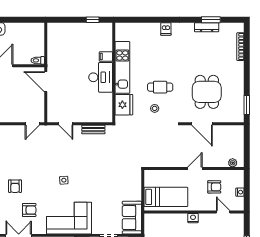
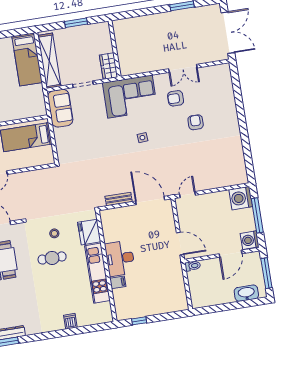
dishwasher: (166, 29) -> (70, 321), moved
door: (66, 124) -> (150, 201), width x1.87

